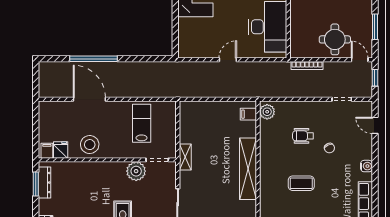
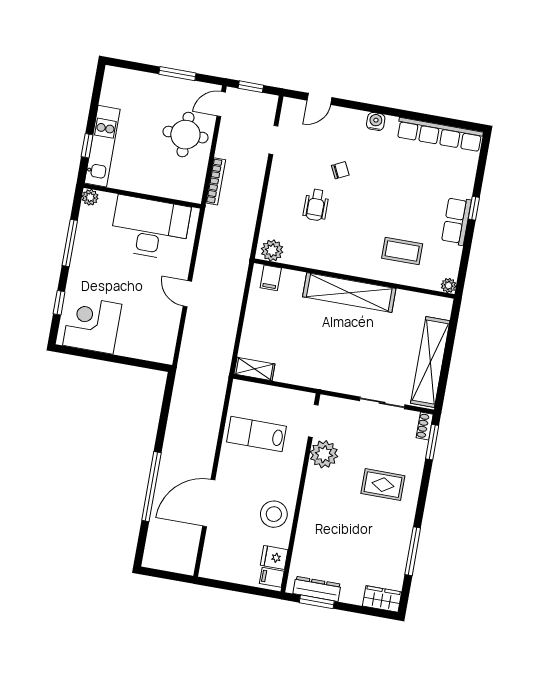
shelving: (185, 157) -> (254, 369), moved
coffee table: (301, 183) -> (402, 251), moved, turned 90

